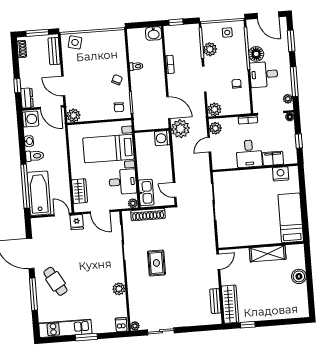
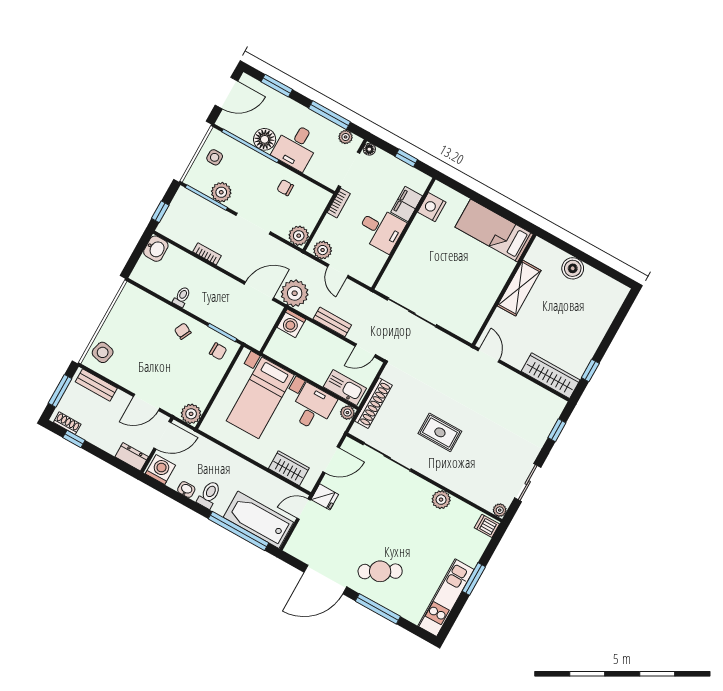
window: (17, 86) -> (74, 439), moved
bench: (215, 301) -> (332, 322), moved
window: (202, 328) -> (557, 430), added

